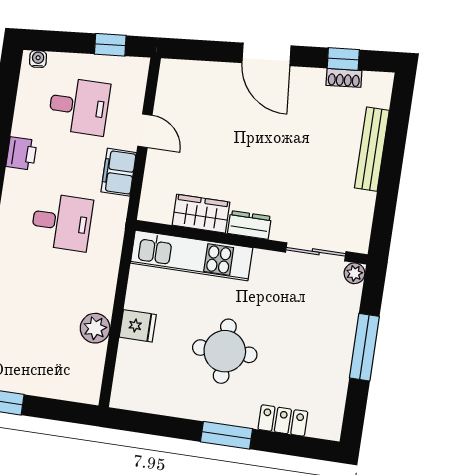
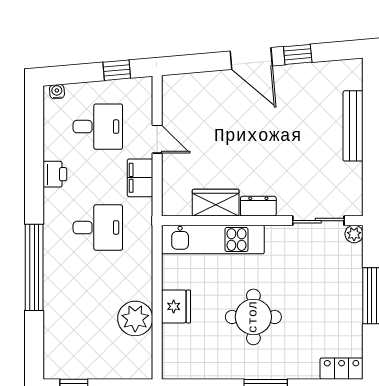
window: (343, 59) -> (298, 54), moved
shoe rack: (344, 78) -> (320, 69), removed
fridge: (138, 326) -> (176, 306), width x1.38
plant: (95, 328) -> (135, 318), width x1.36, depth x1.36
locker: (283, 420) -> (342, 369), moved

